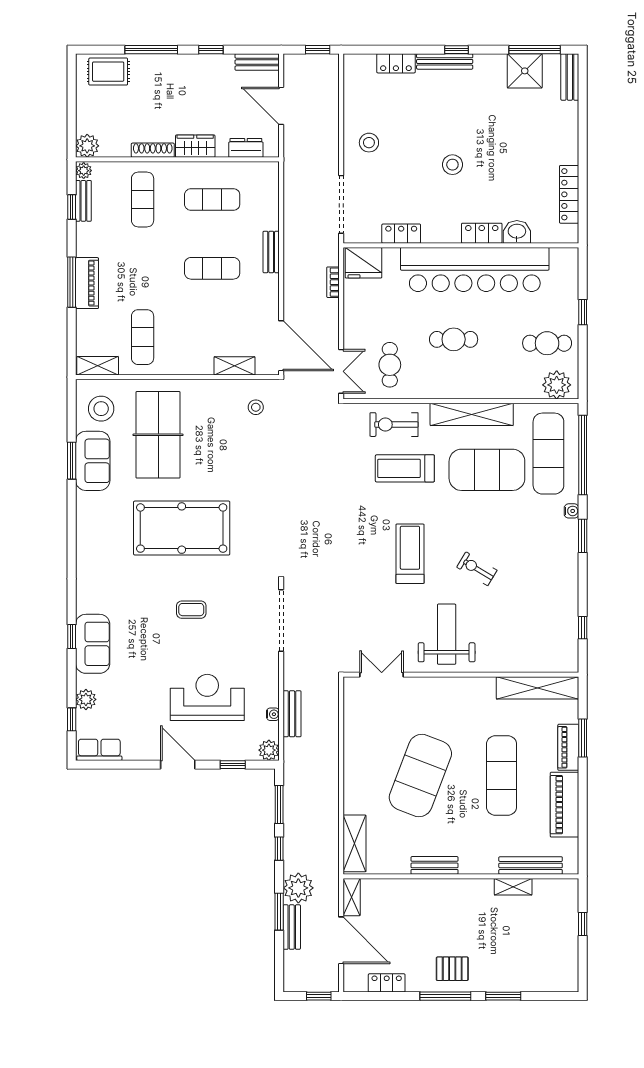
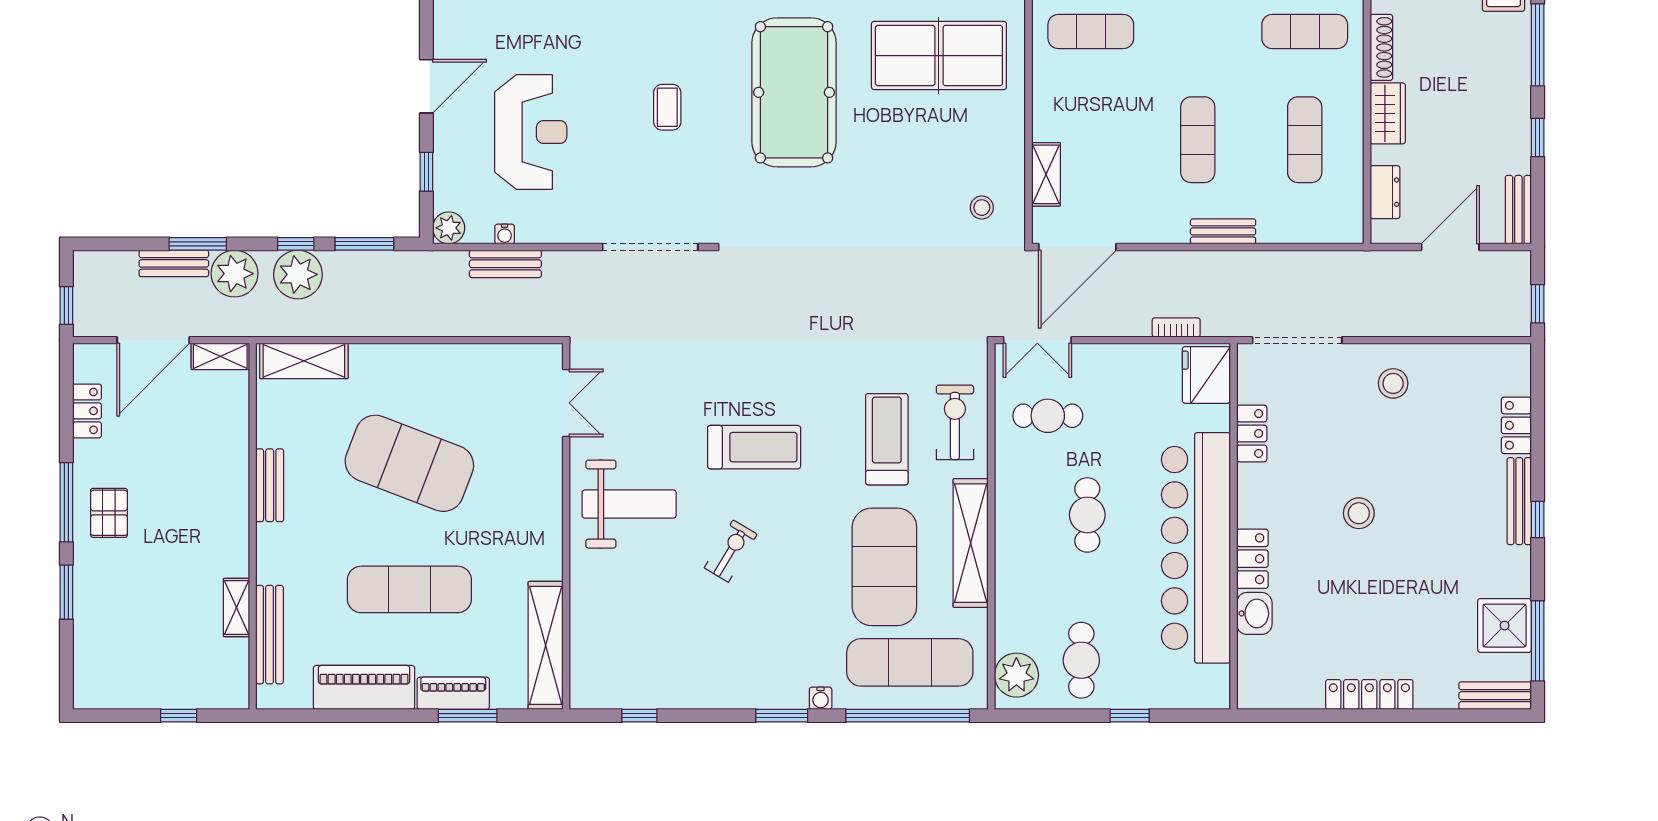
locker: (569, 194) -> (1369, 695), moved
plant: (299, 847) -> (298, 274), added

